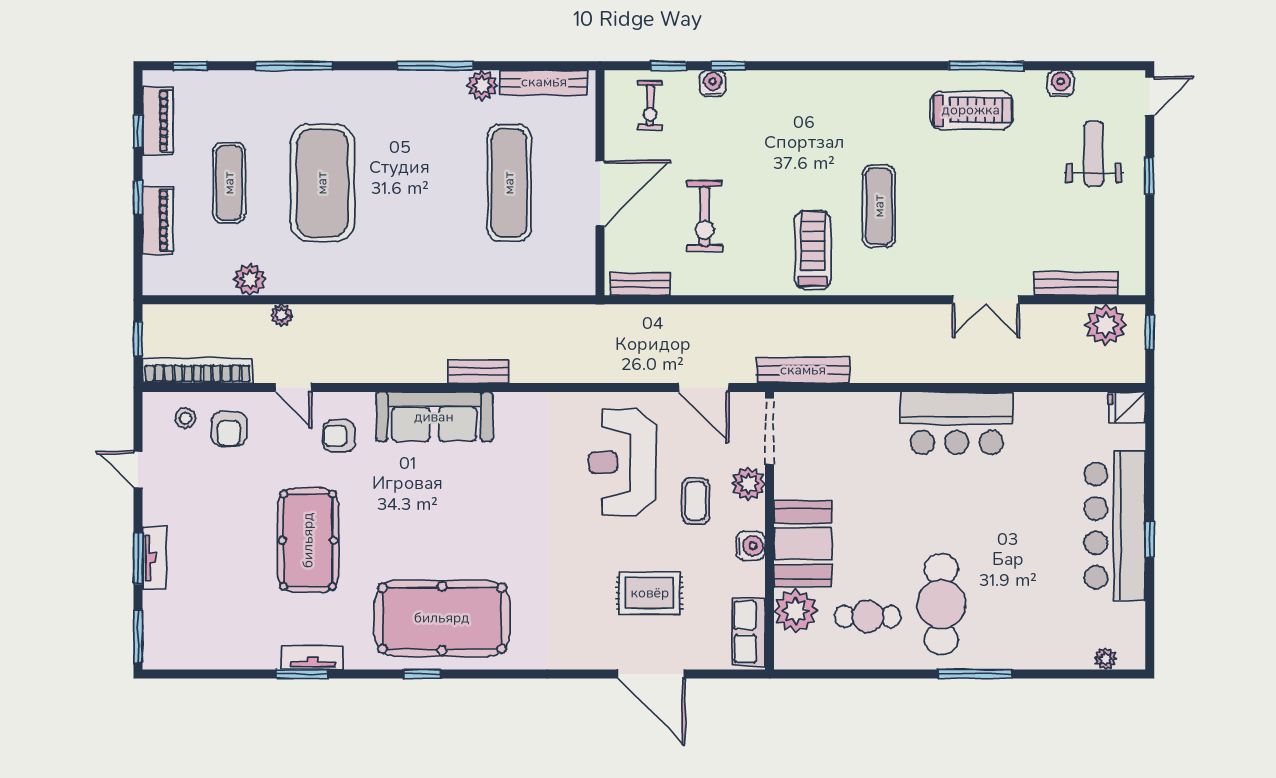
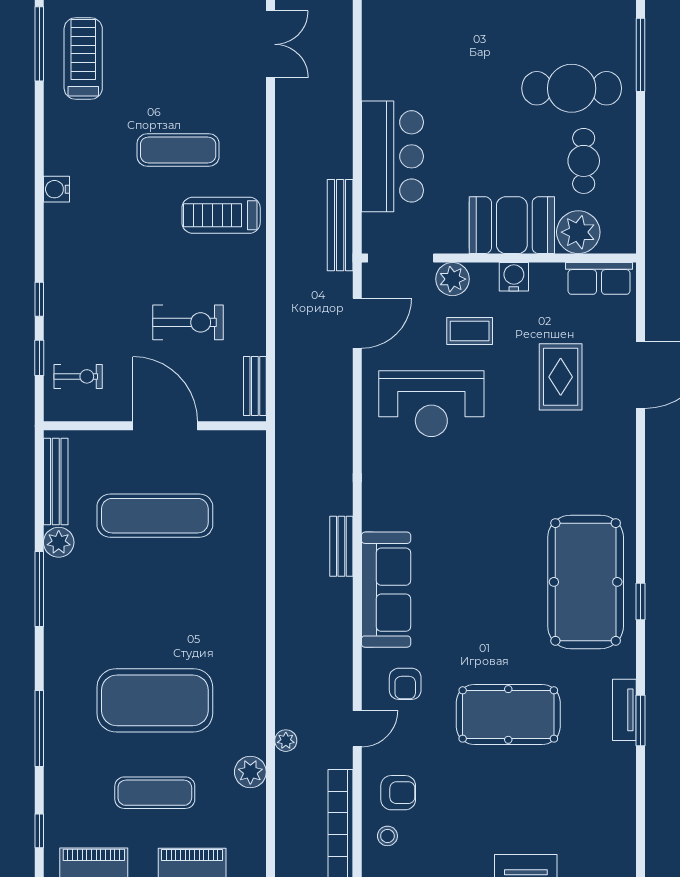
water cooler: (713, 83) -> (56, 189), moved
bar counter: (957, 423) -> (392, 156), moved

